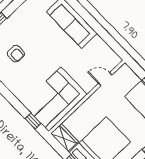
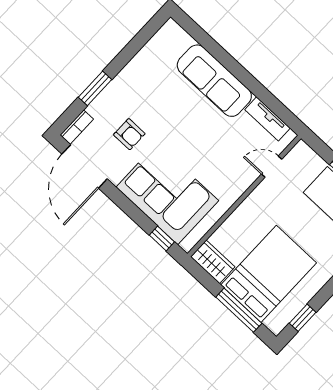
tv unit: (104, 49) -> (268, 119), added
corner sofa: (55, 99) -> (167, 194), moved, turned 90

